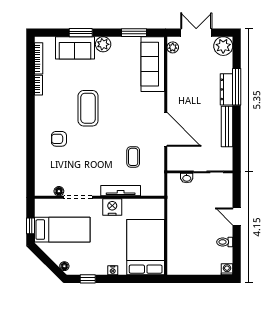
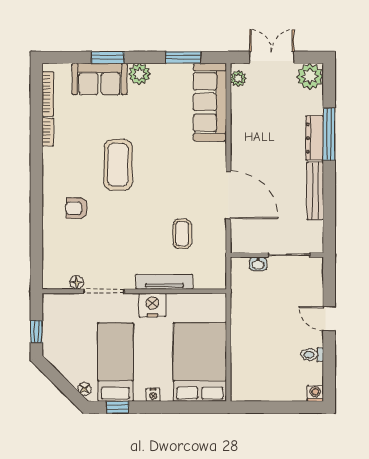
bed: (62, 230) -> (116, 362), moved, turned -90

